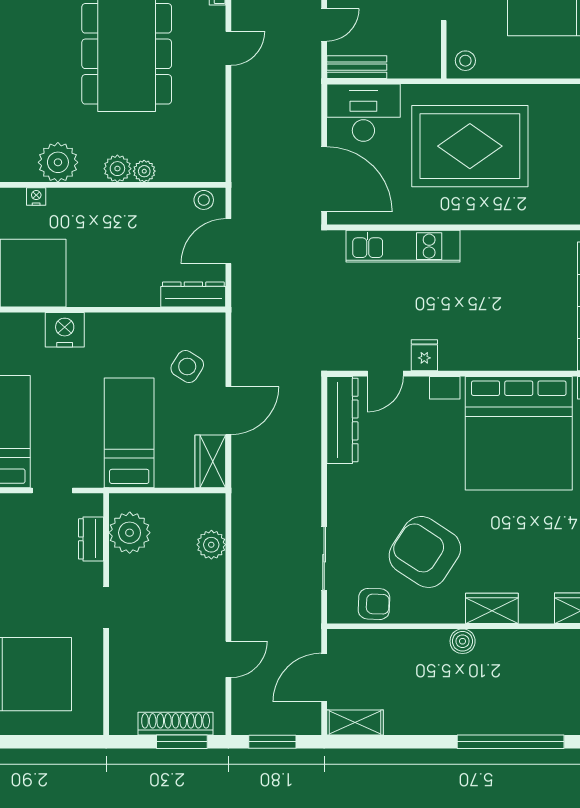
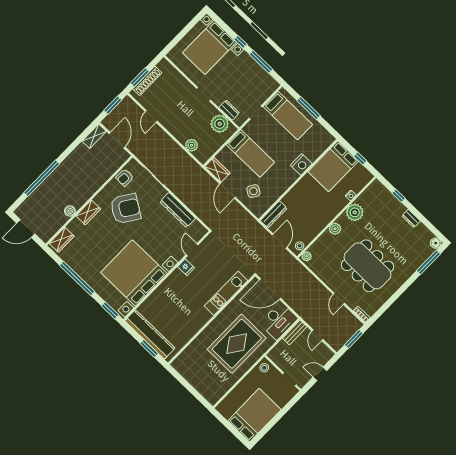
plant: (144, 171) -> (307, 256), moved
dresser: (342, 420) -> (178, 210), moved
boiler: (463, 641) -> (70, 211), moved

